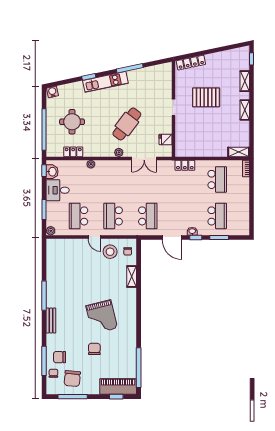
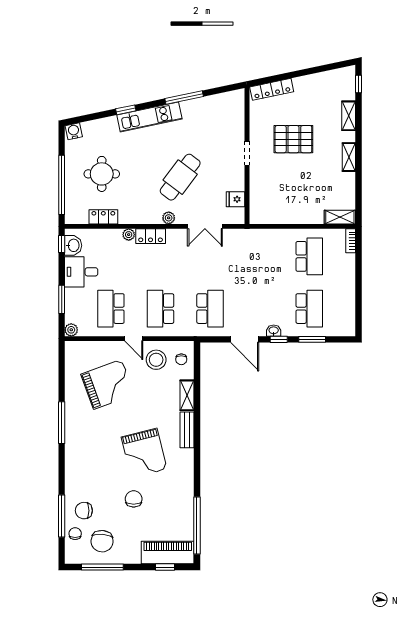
locker: (185, 165) -> (151, 236), moved
grand piano: (76, 269) -> (108, 384), added
bench: (51, 320) -> (187, 430), moved

